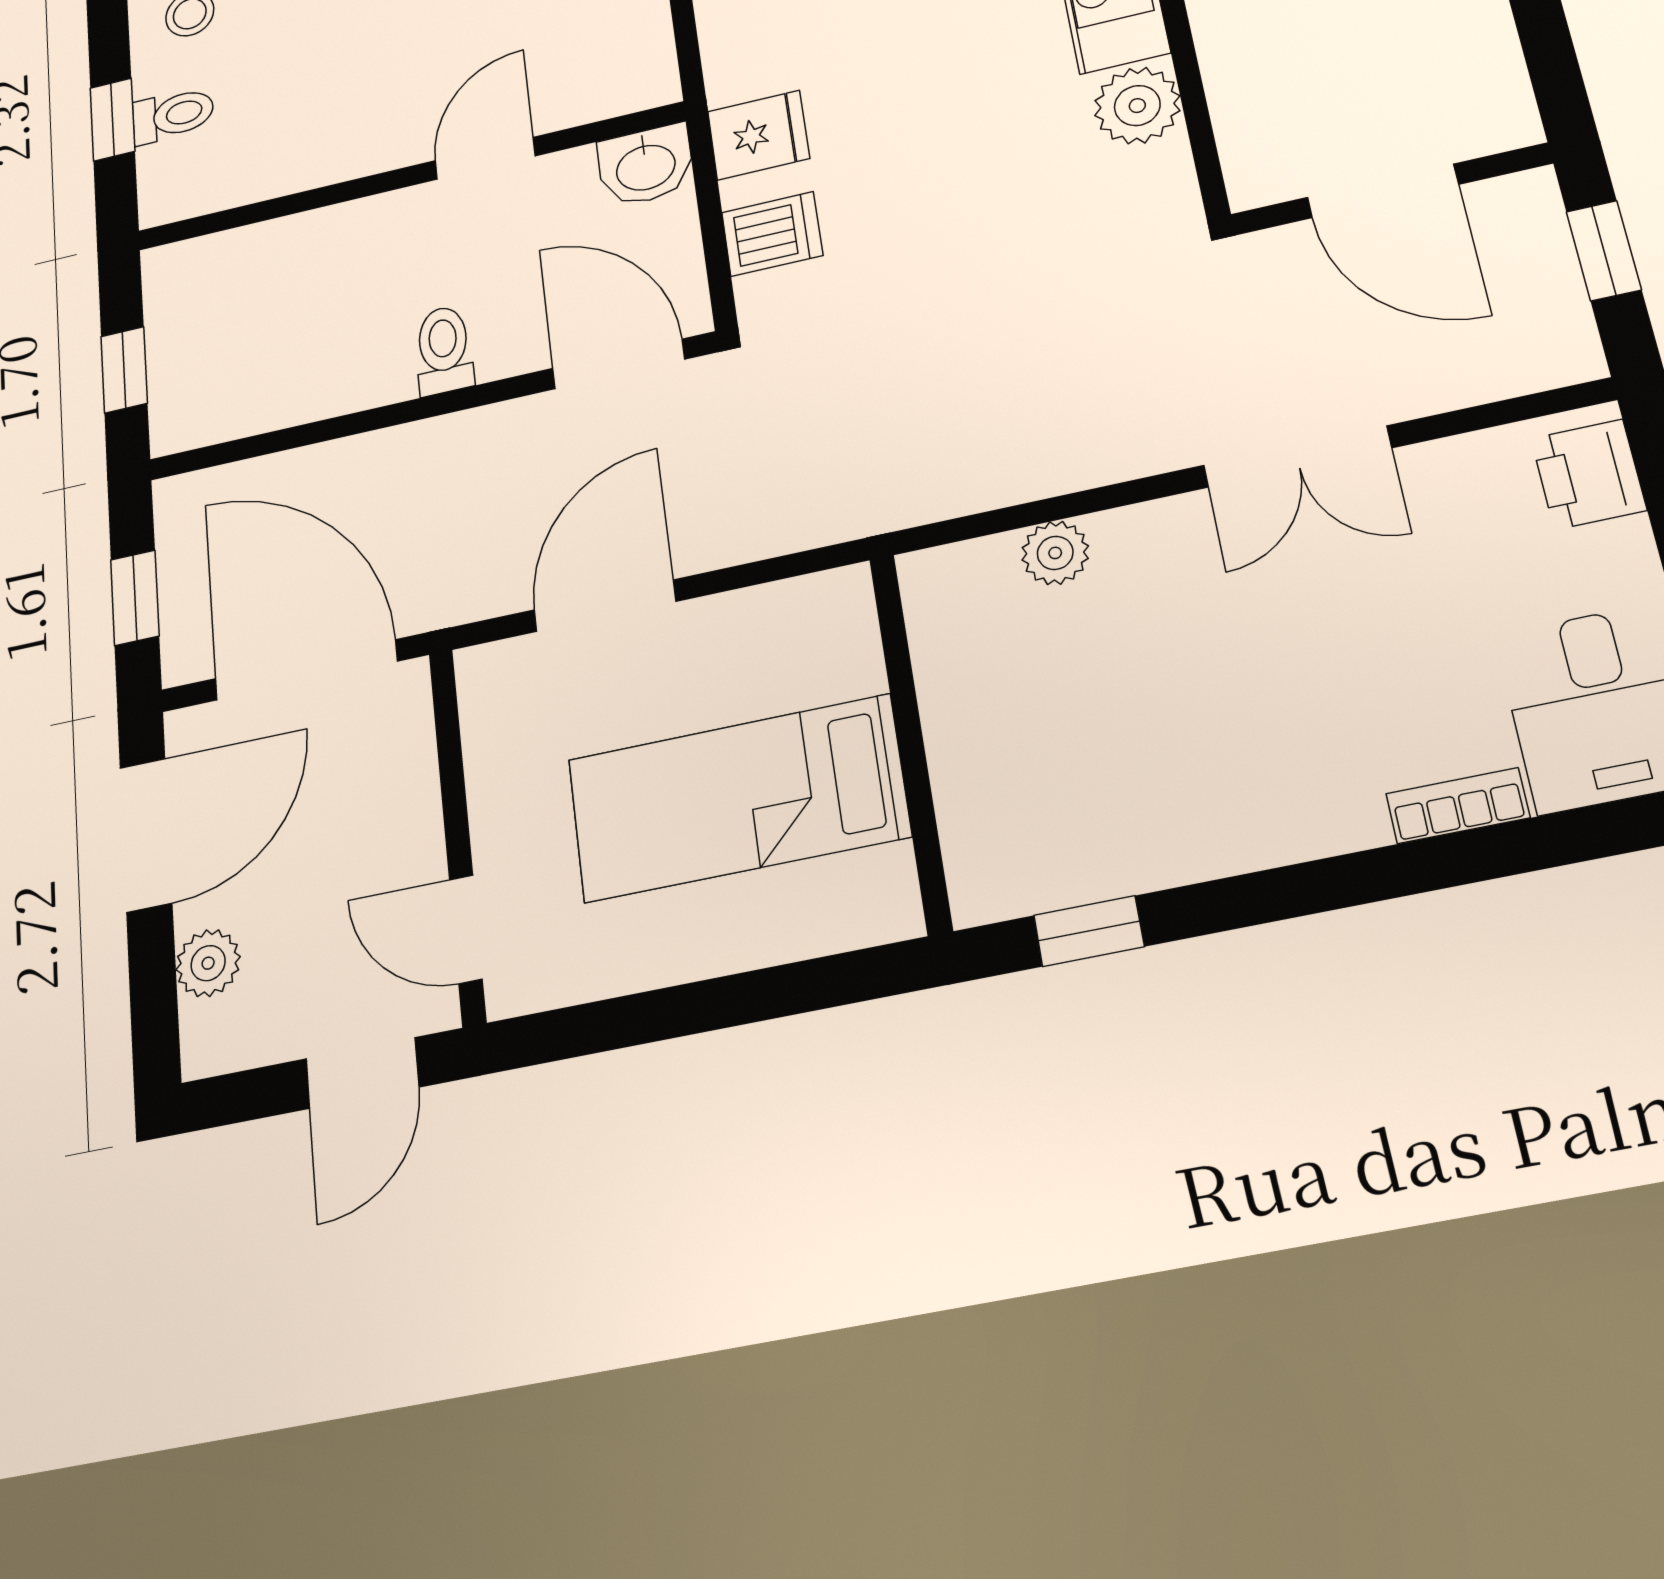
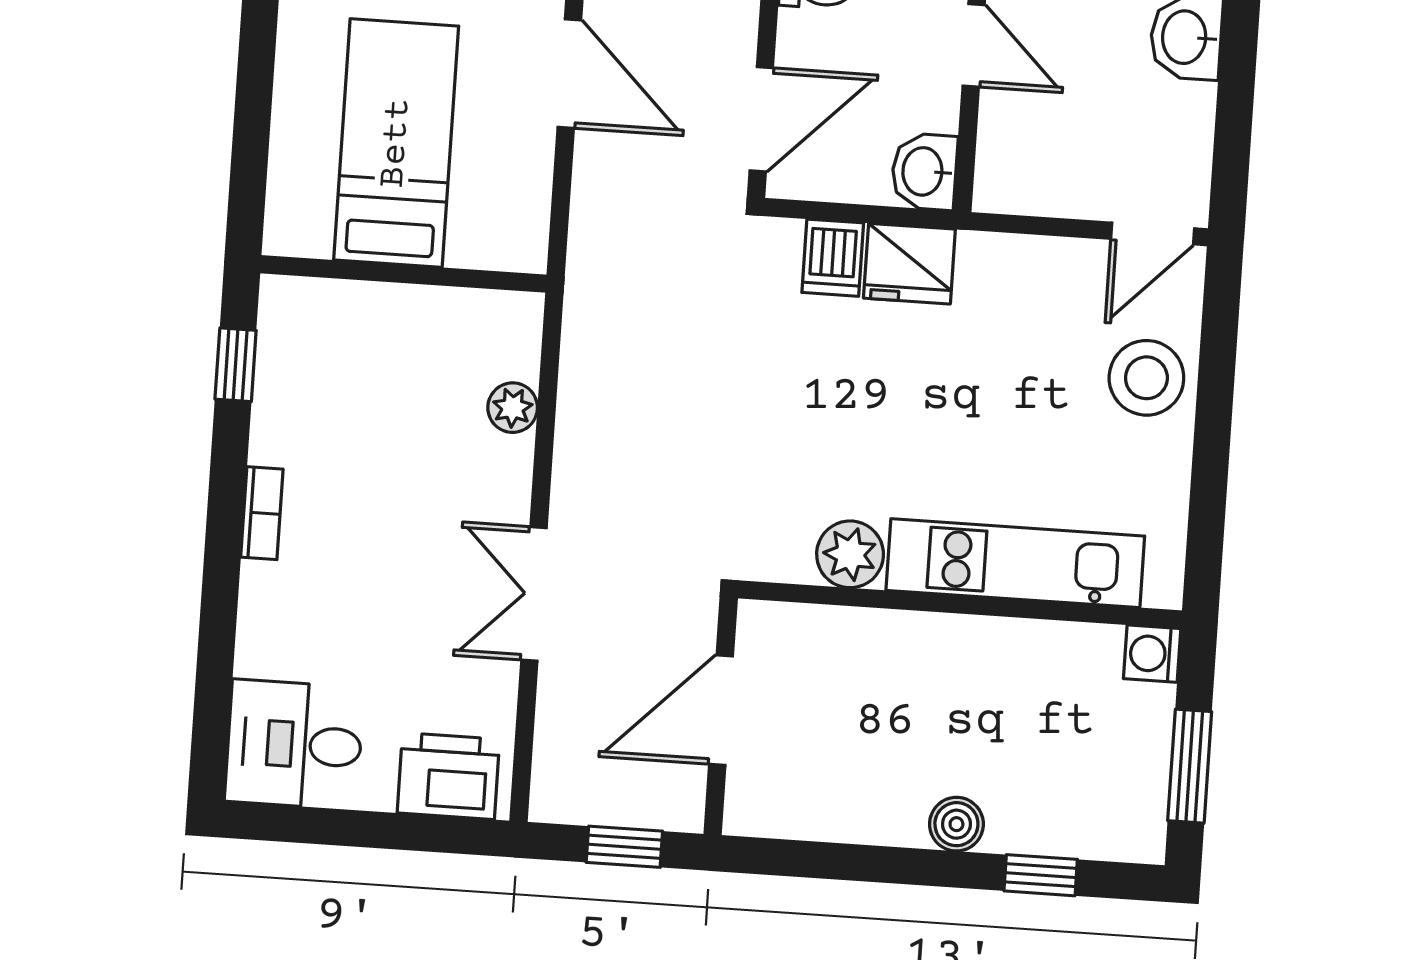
fridge: (758, 135) -> (909, 264), width x1.38
printer: (1589, 474) -> (448, 776), width x1.36, depth x1.24
bookcase: (1458, 806) -> (262, 513), moved

